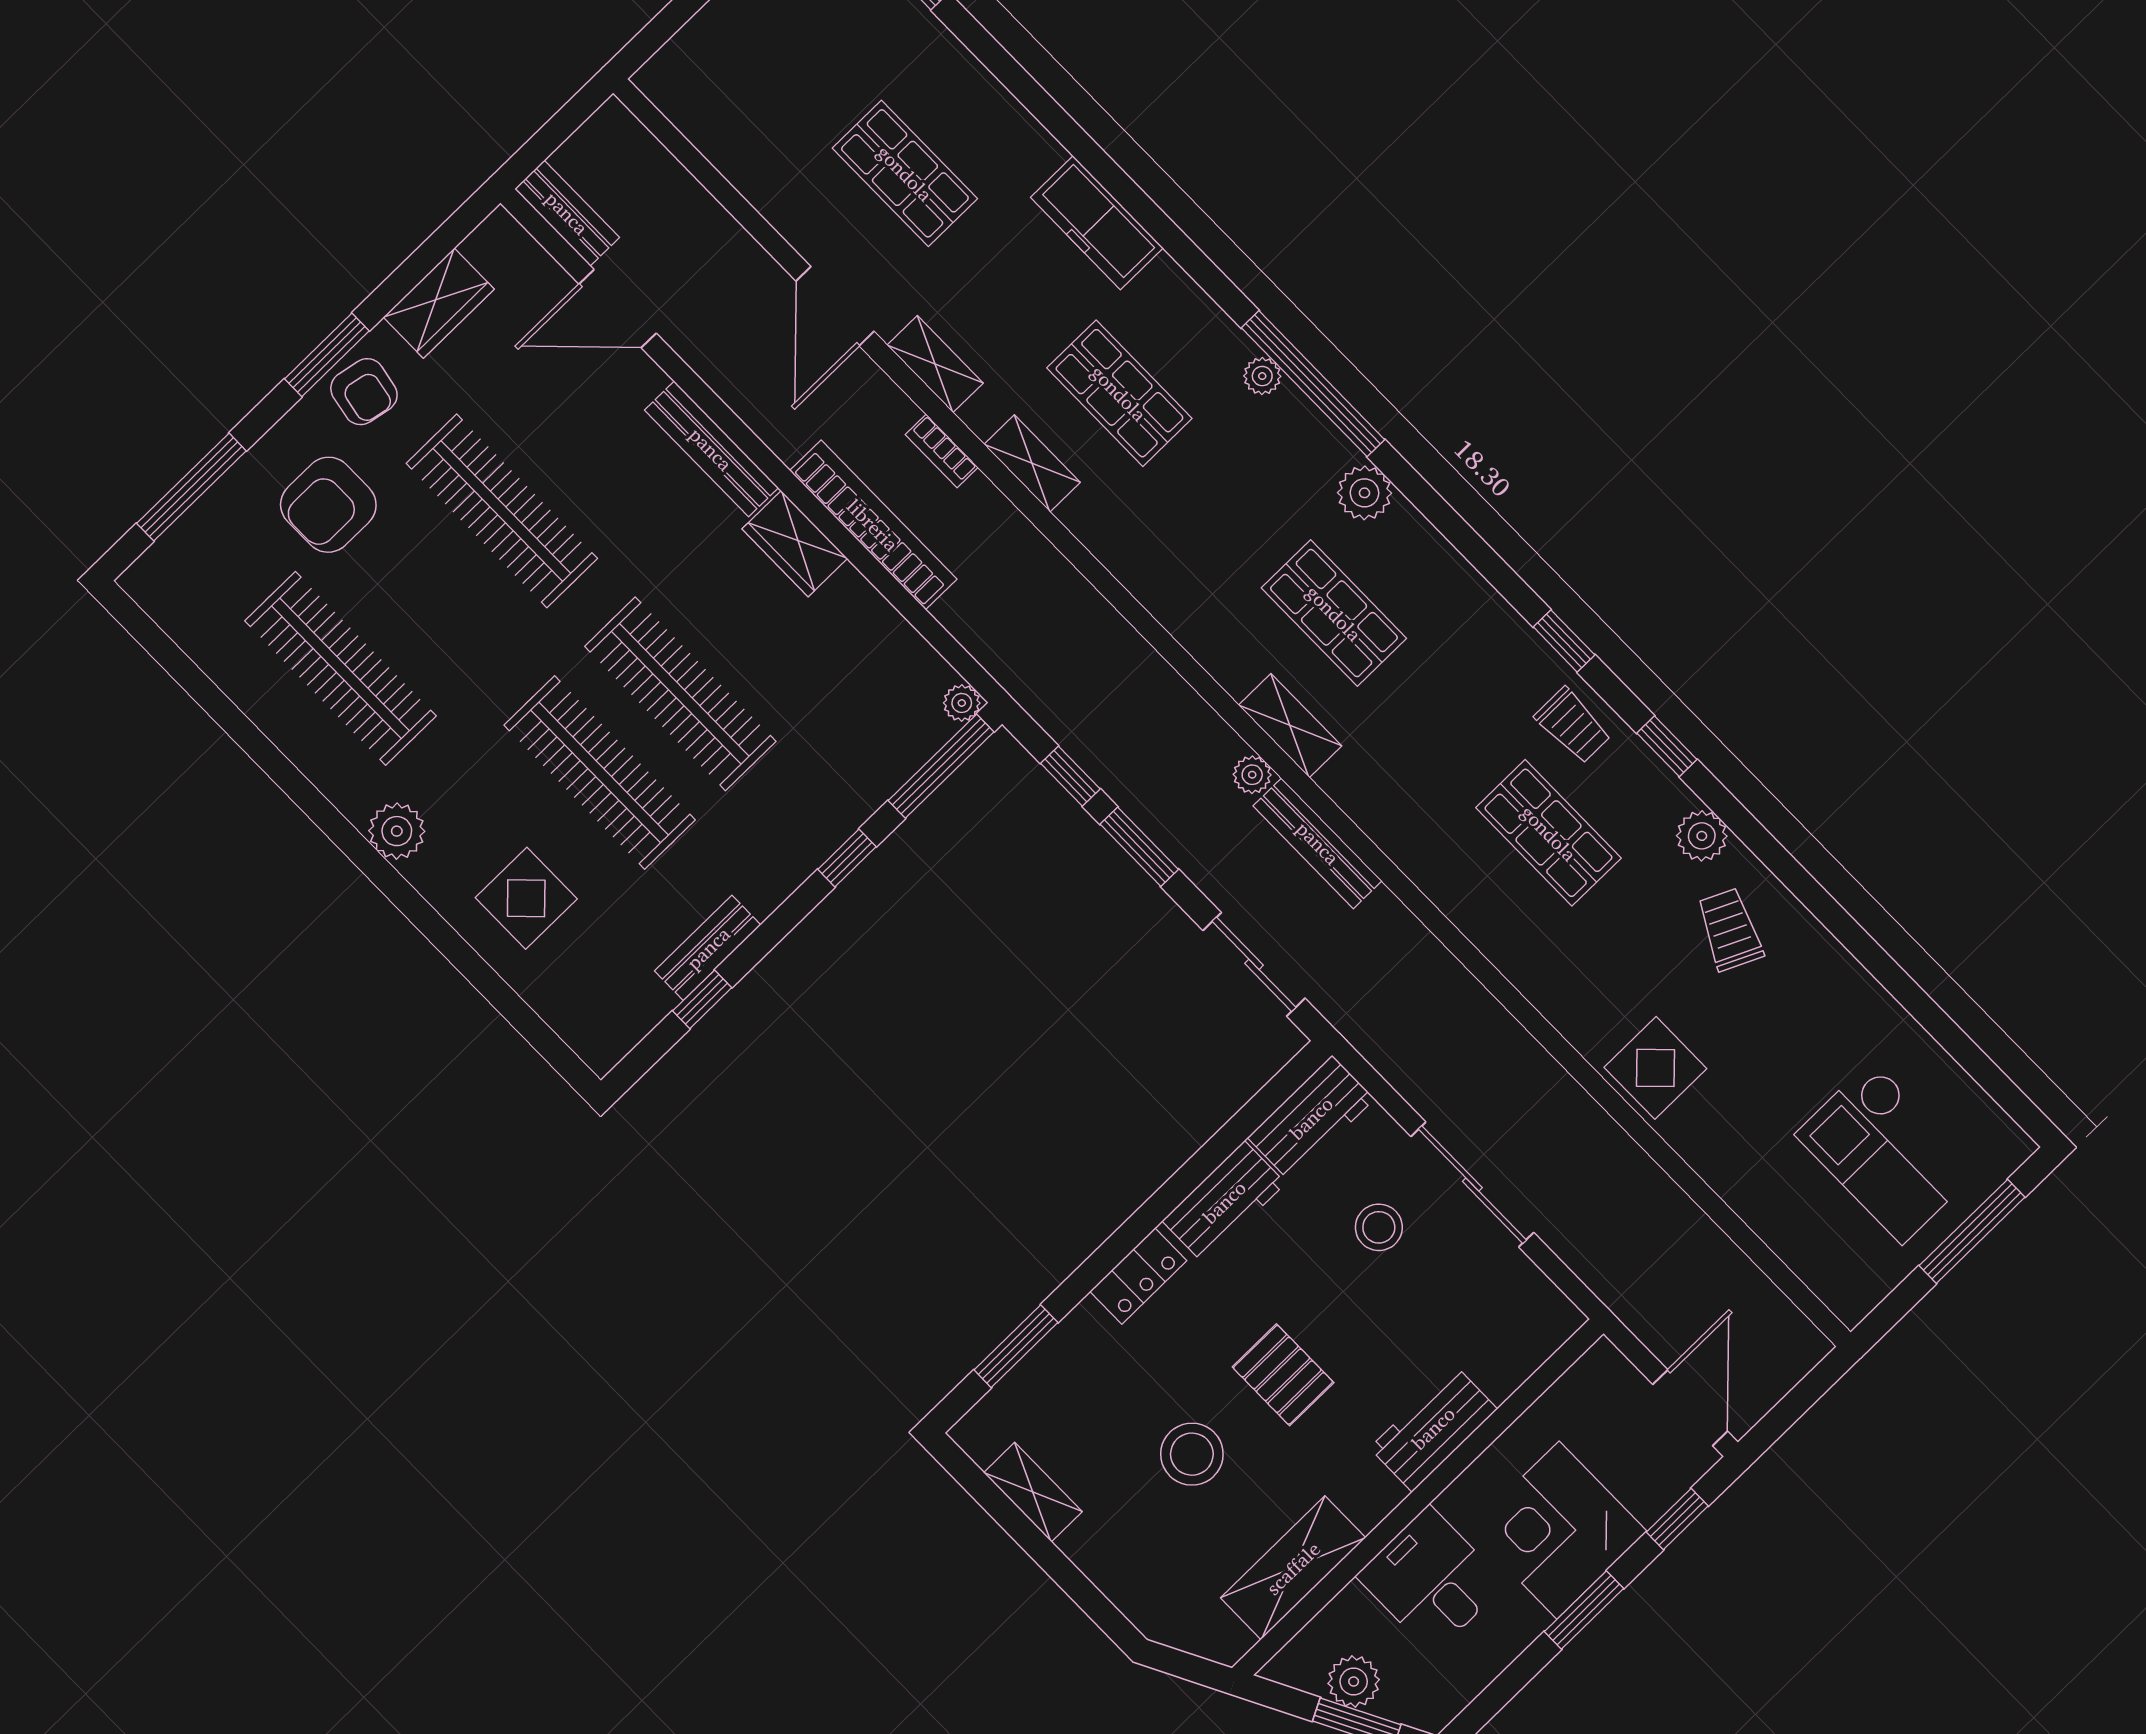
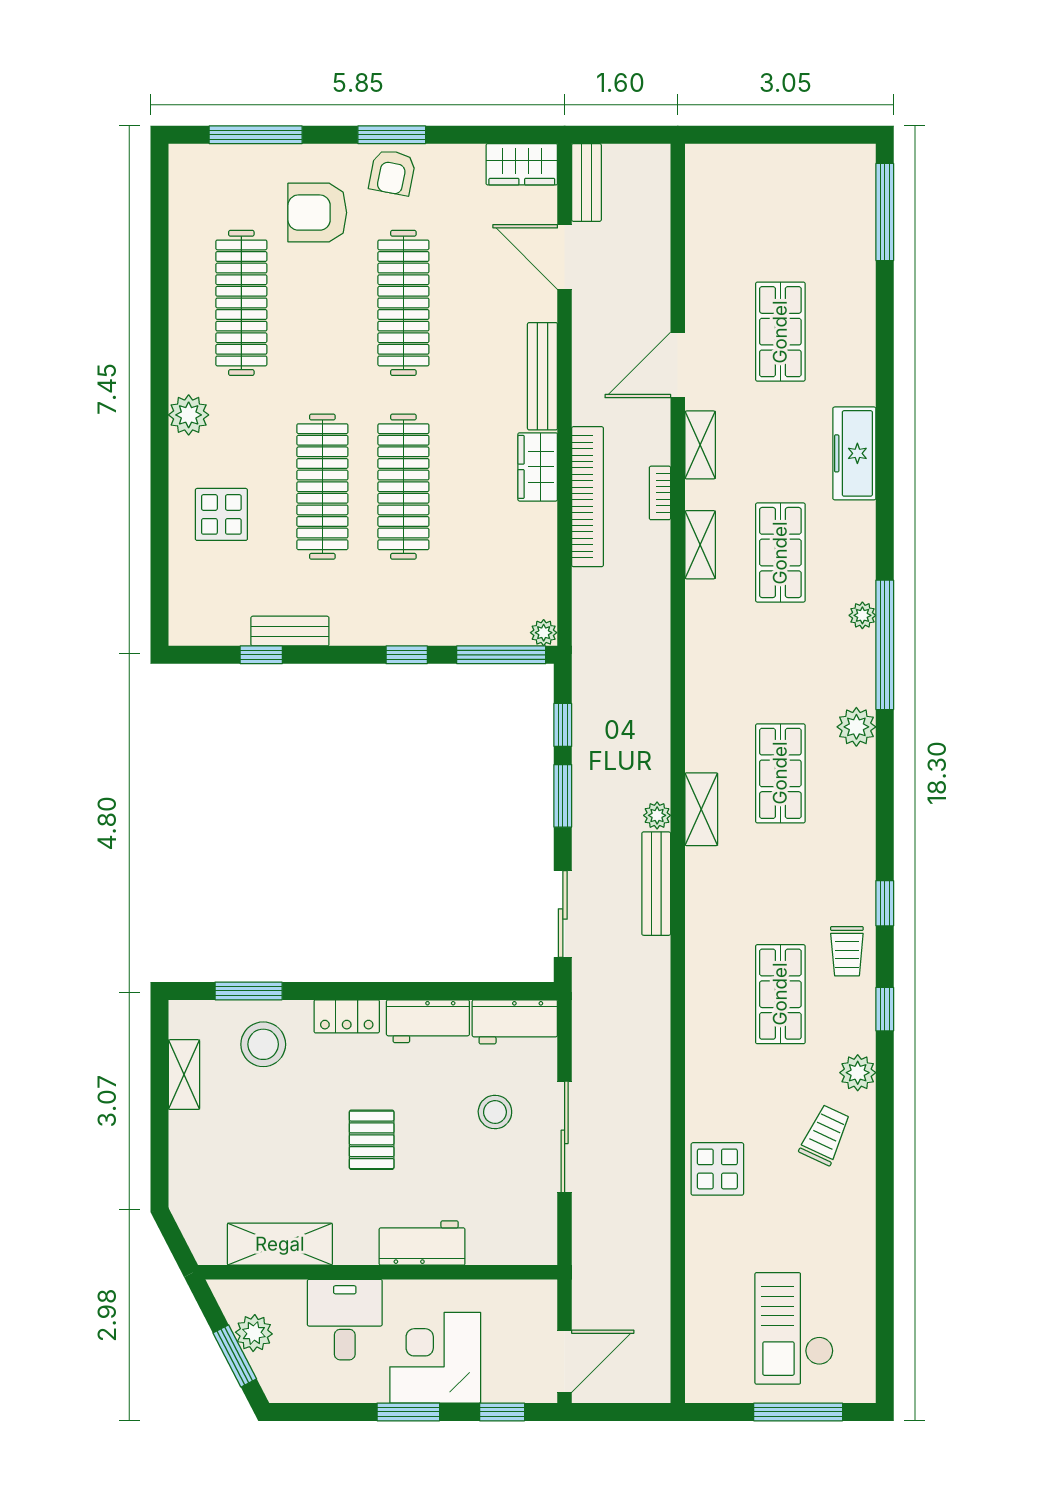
wardrobe: (439, 303) -> (522, 164), moved
stool: (1192, 1454) -> (263, 1044), moved

